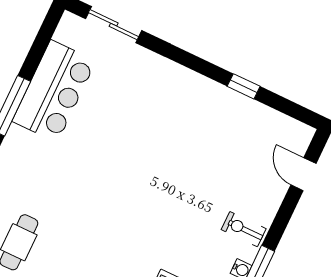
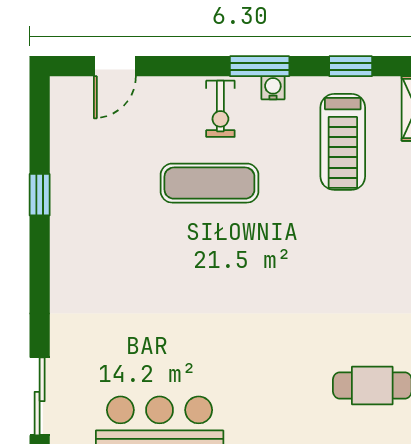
exercise mat: (199, 199) -> (209, 183), added

